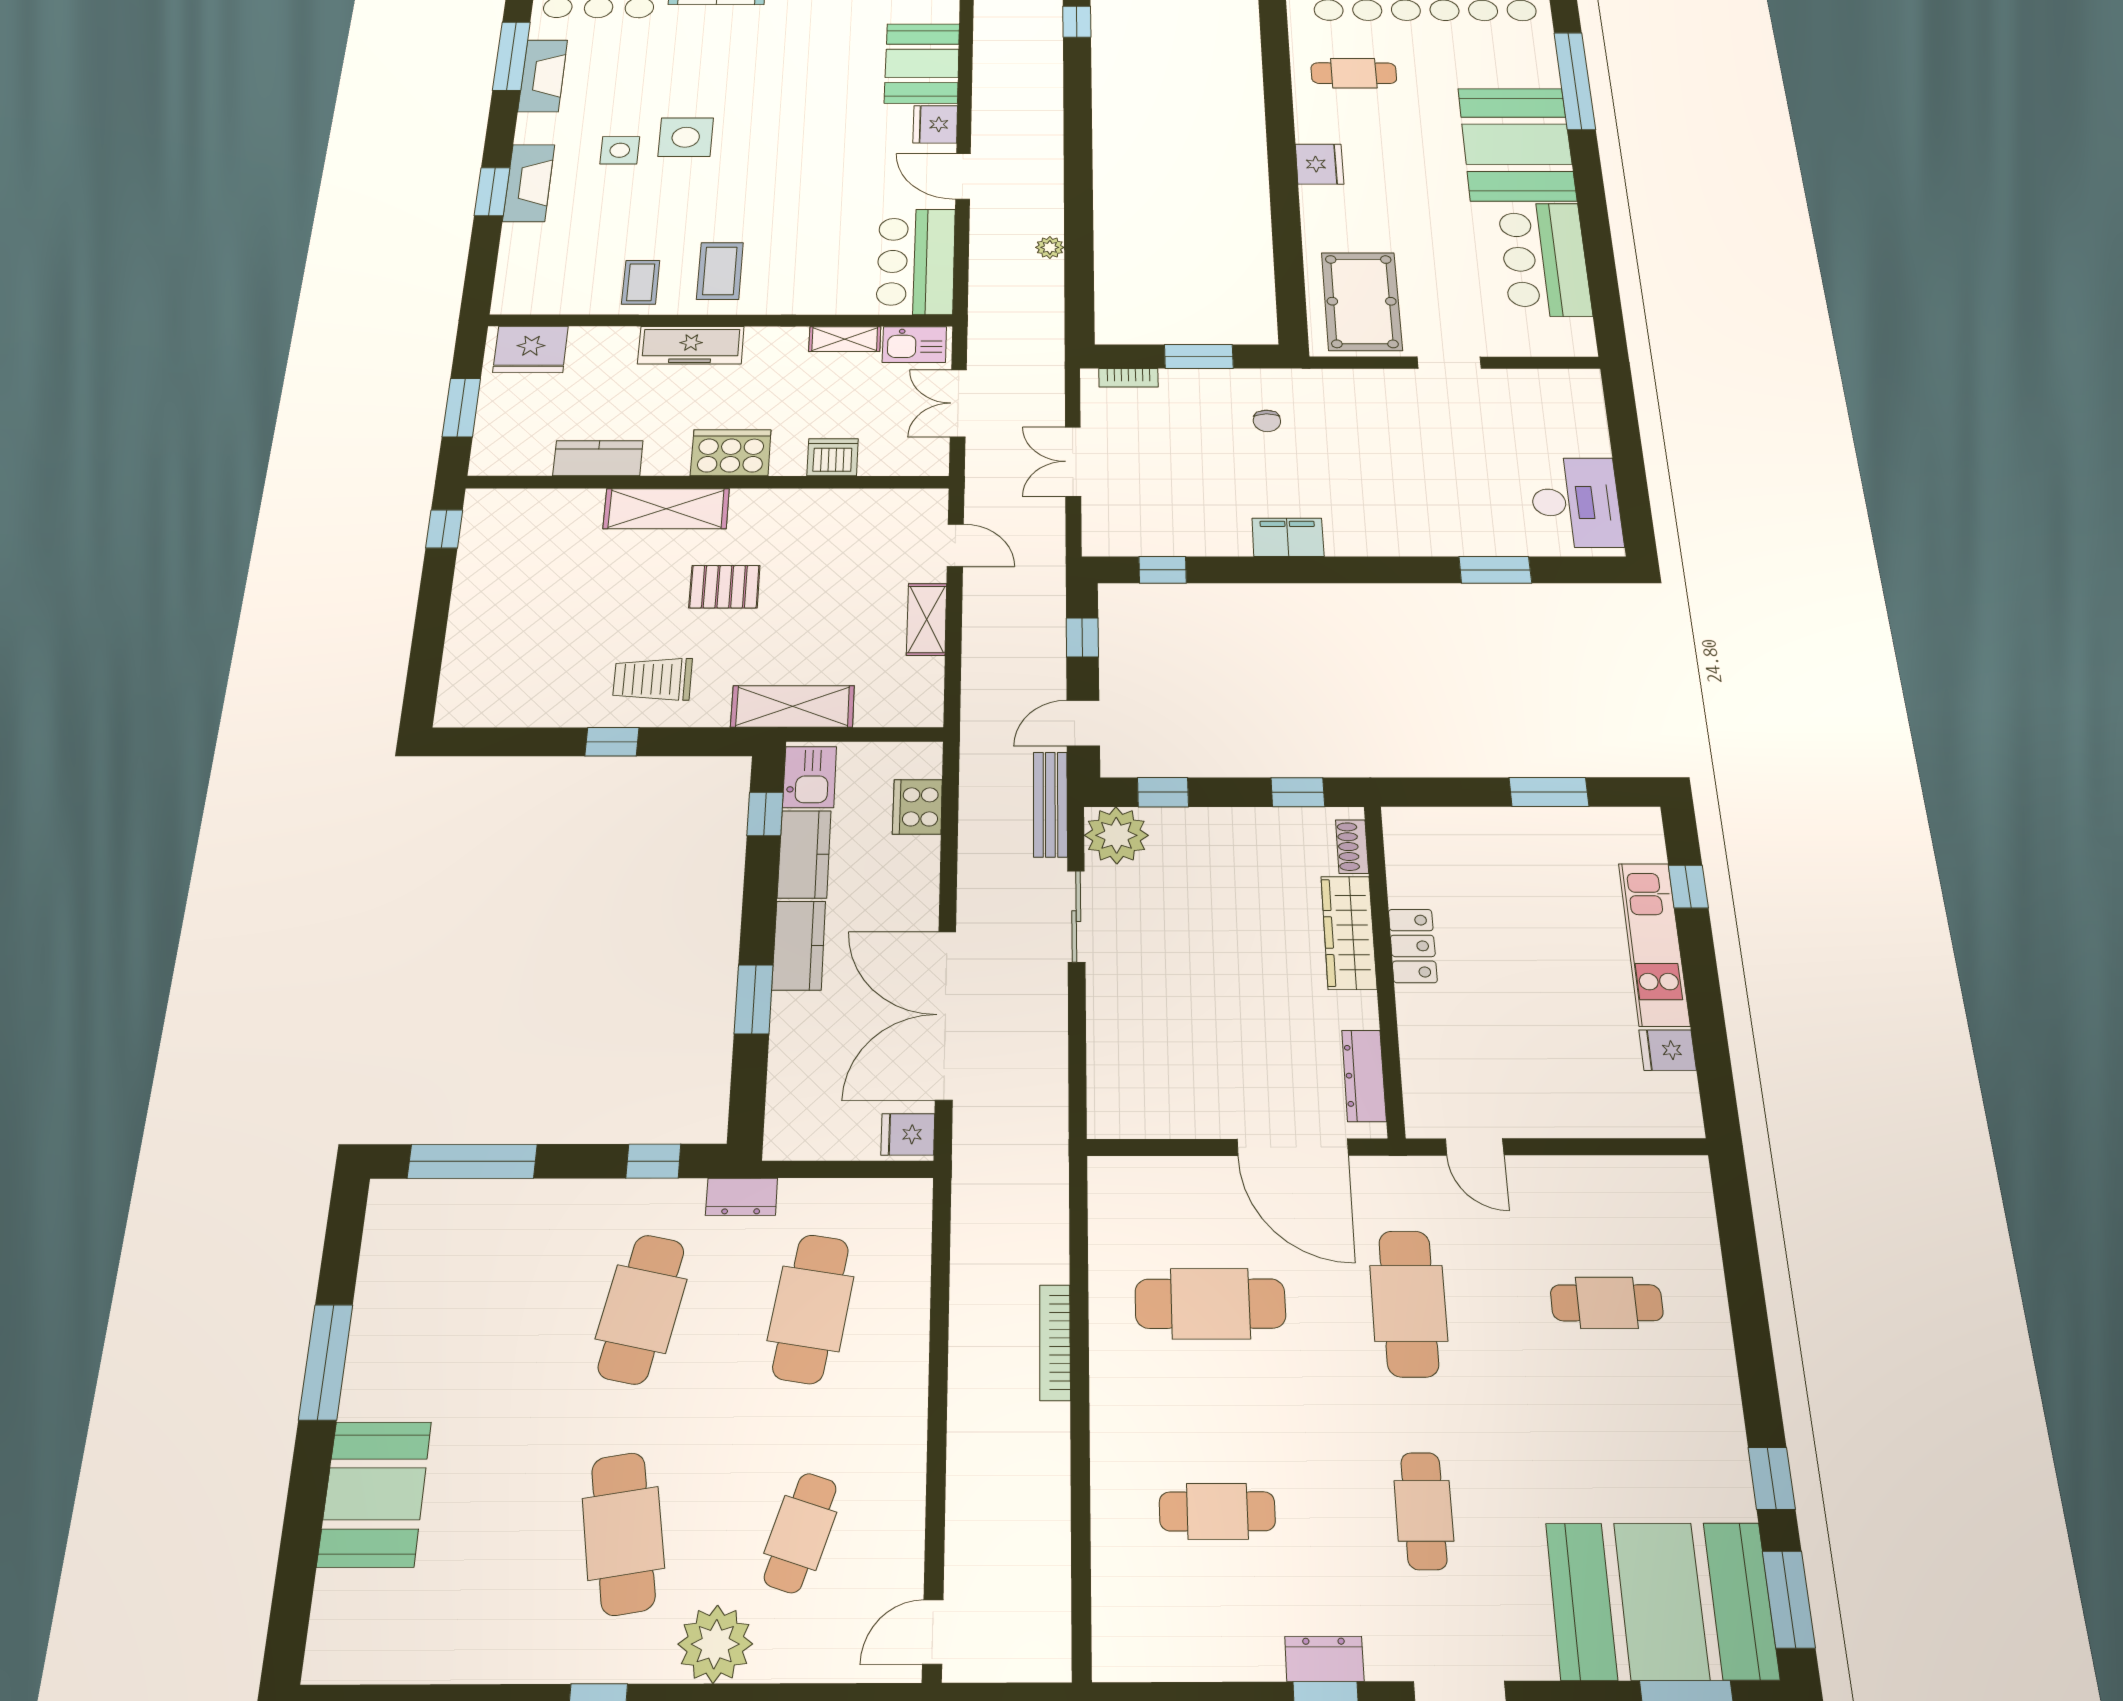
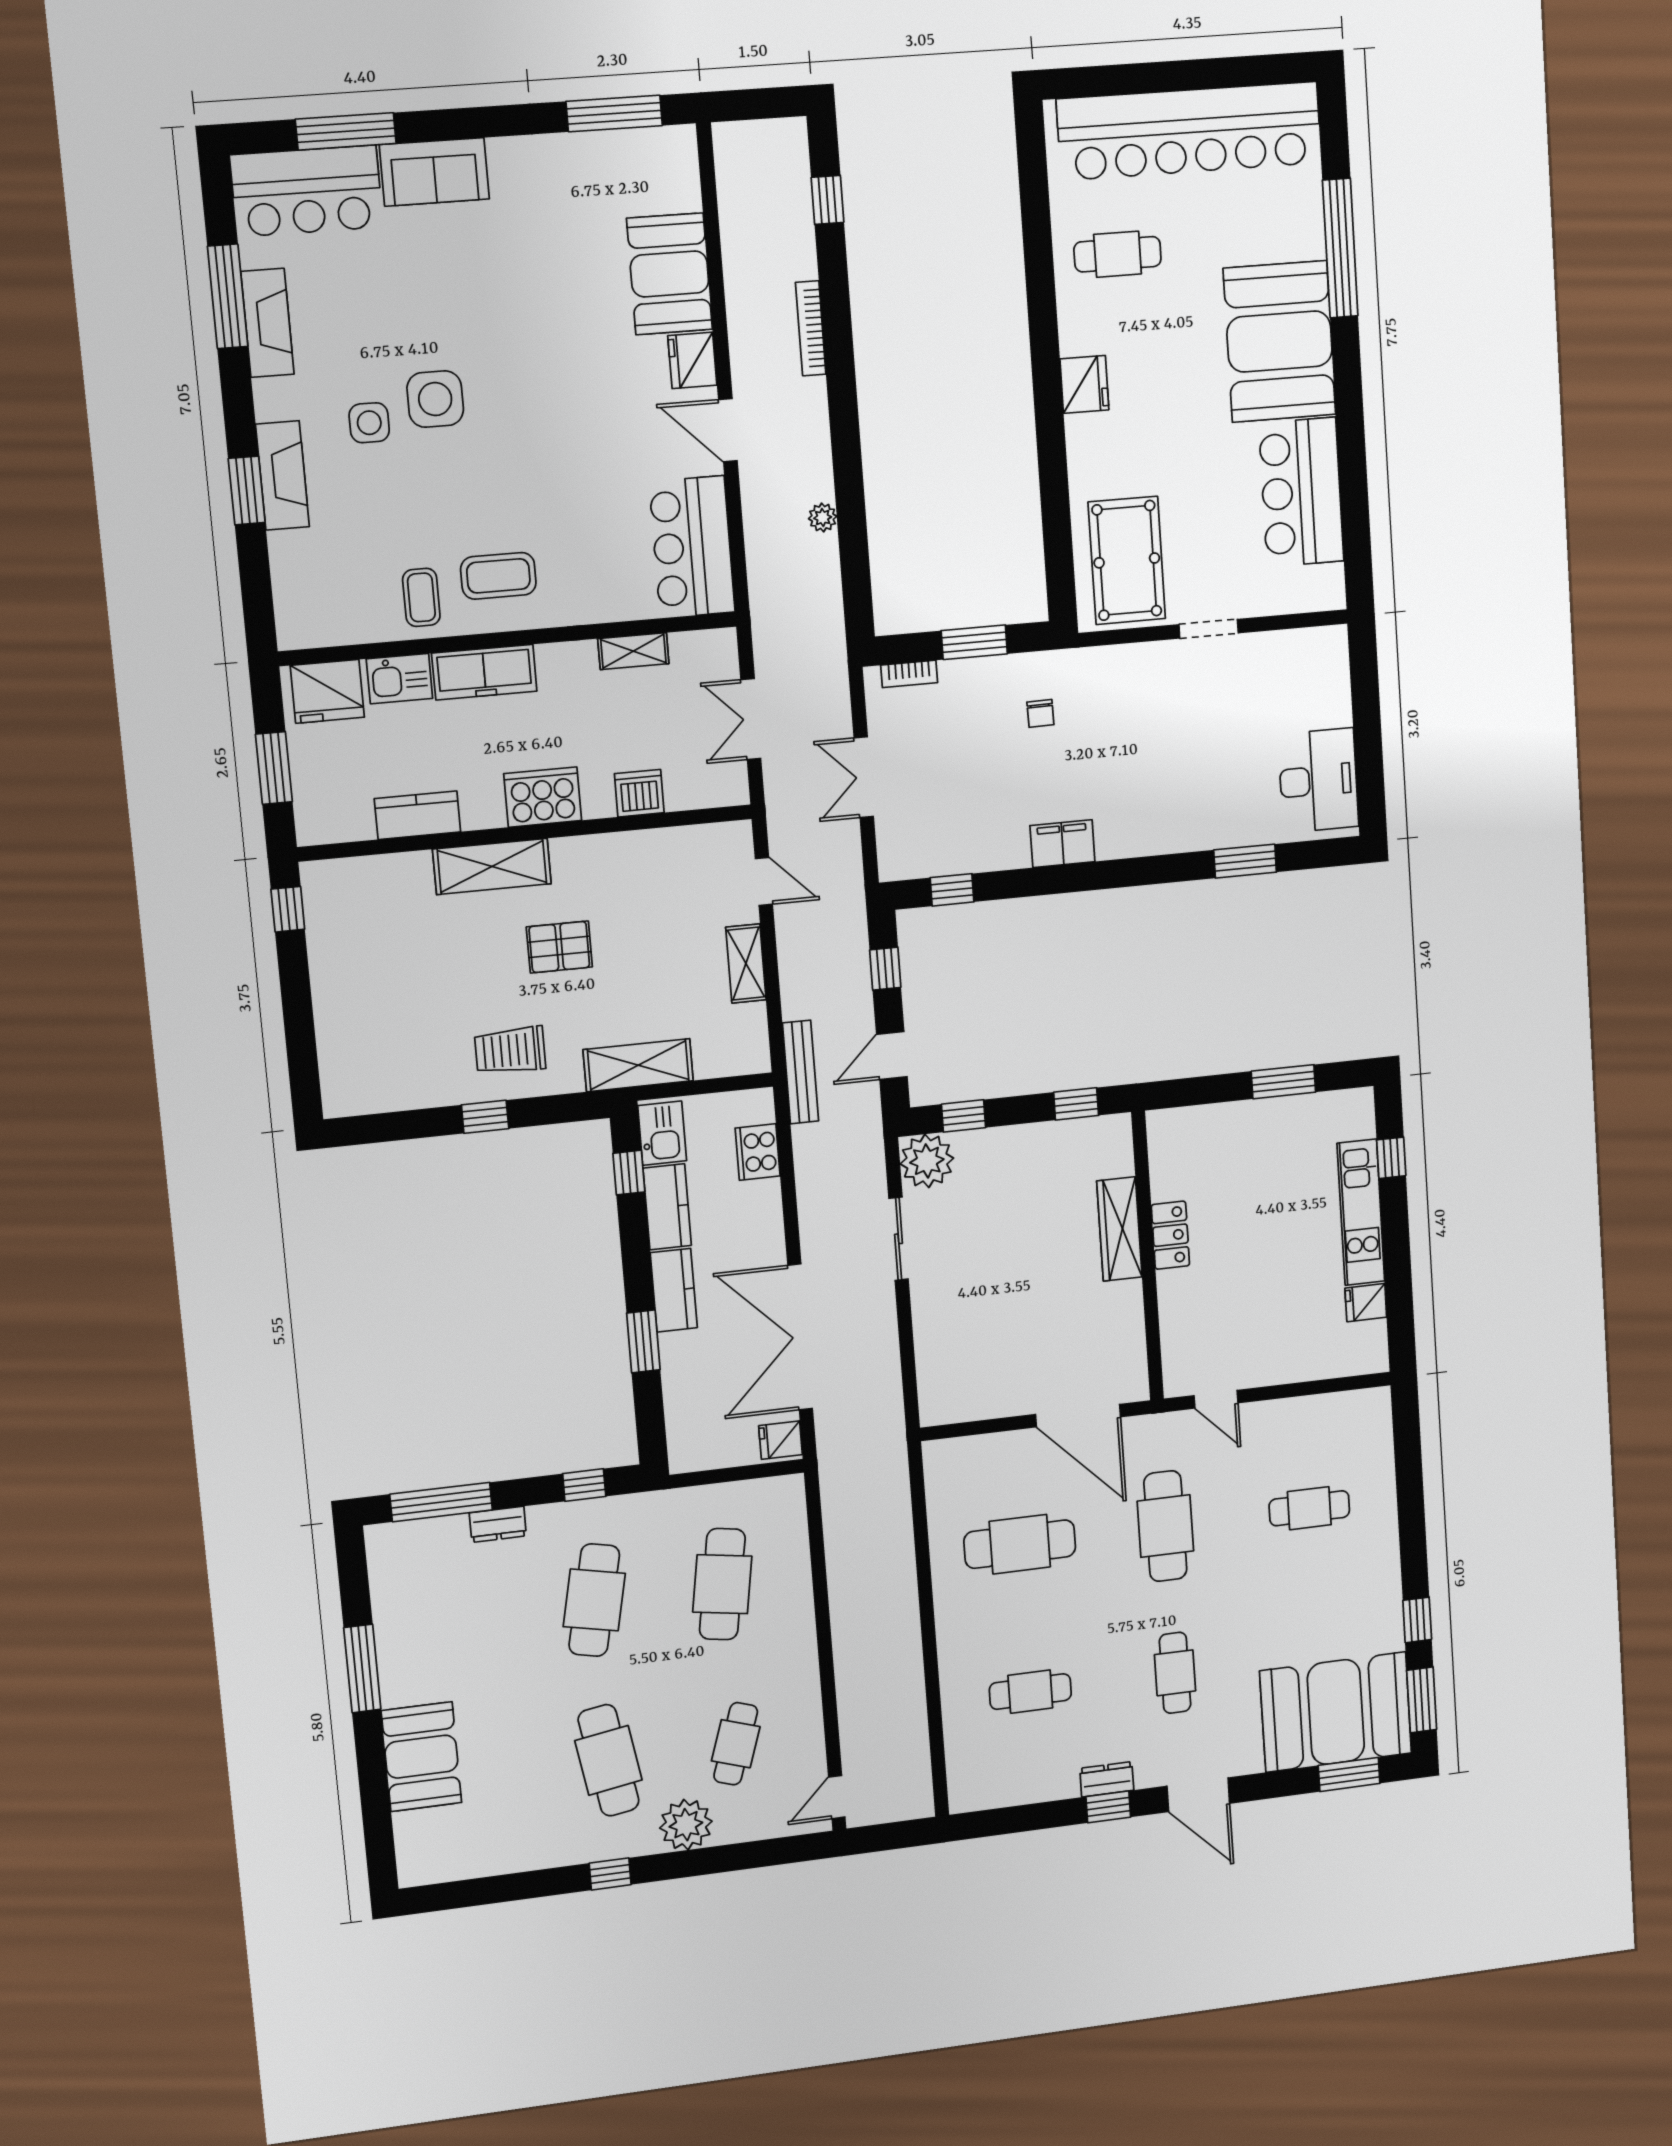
coffee table: (720, 271) -> (498, 576), turned 90
kitchen sink: (914, 345) -> (399, 679), moved
bench: (1050, 804) -> (800, 1072), moved
shoe rack: (1352, 847) -> (1122, 1150), removed
dresser: (1364, 1076) -> (1132, 1351), removed
dresser: (742, 1197) -> (498, 1524), moved
bookcase: (1055, 1342) -> (811, 328), moved

